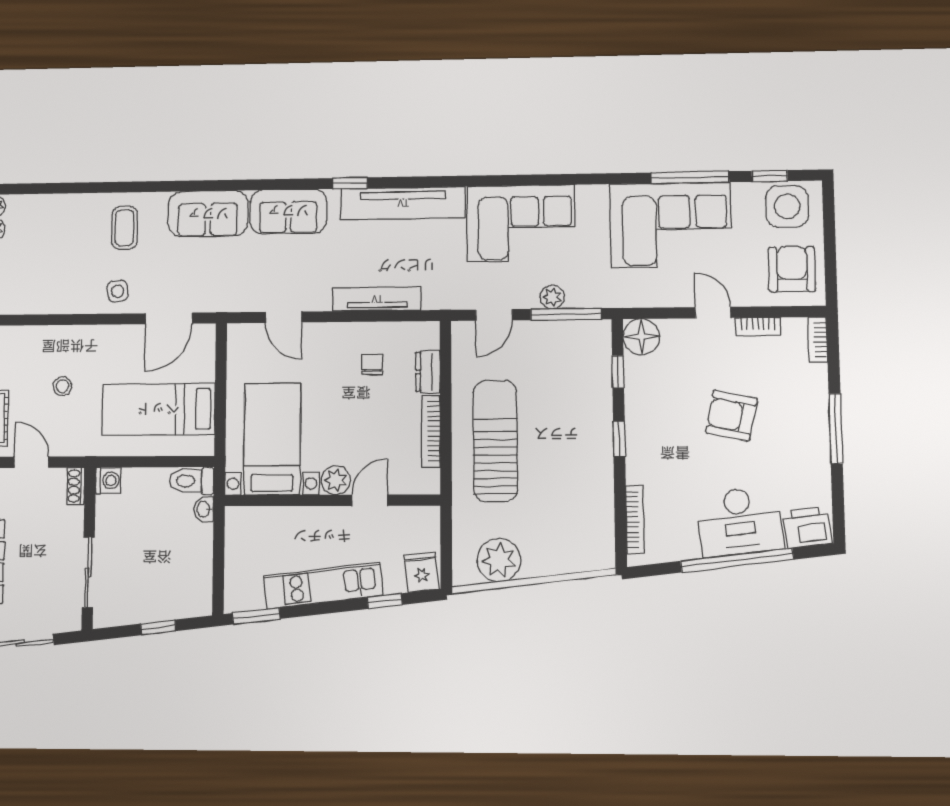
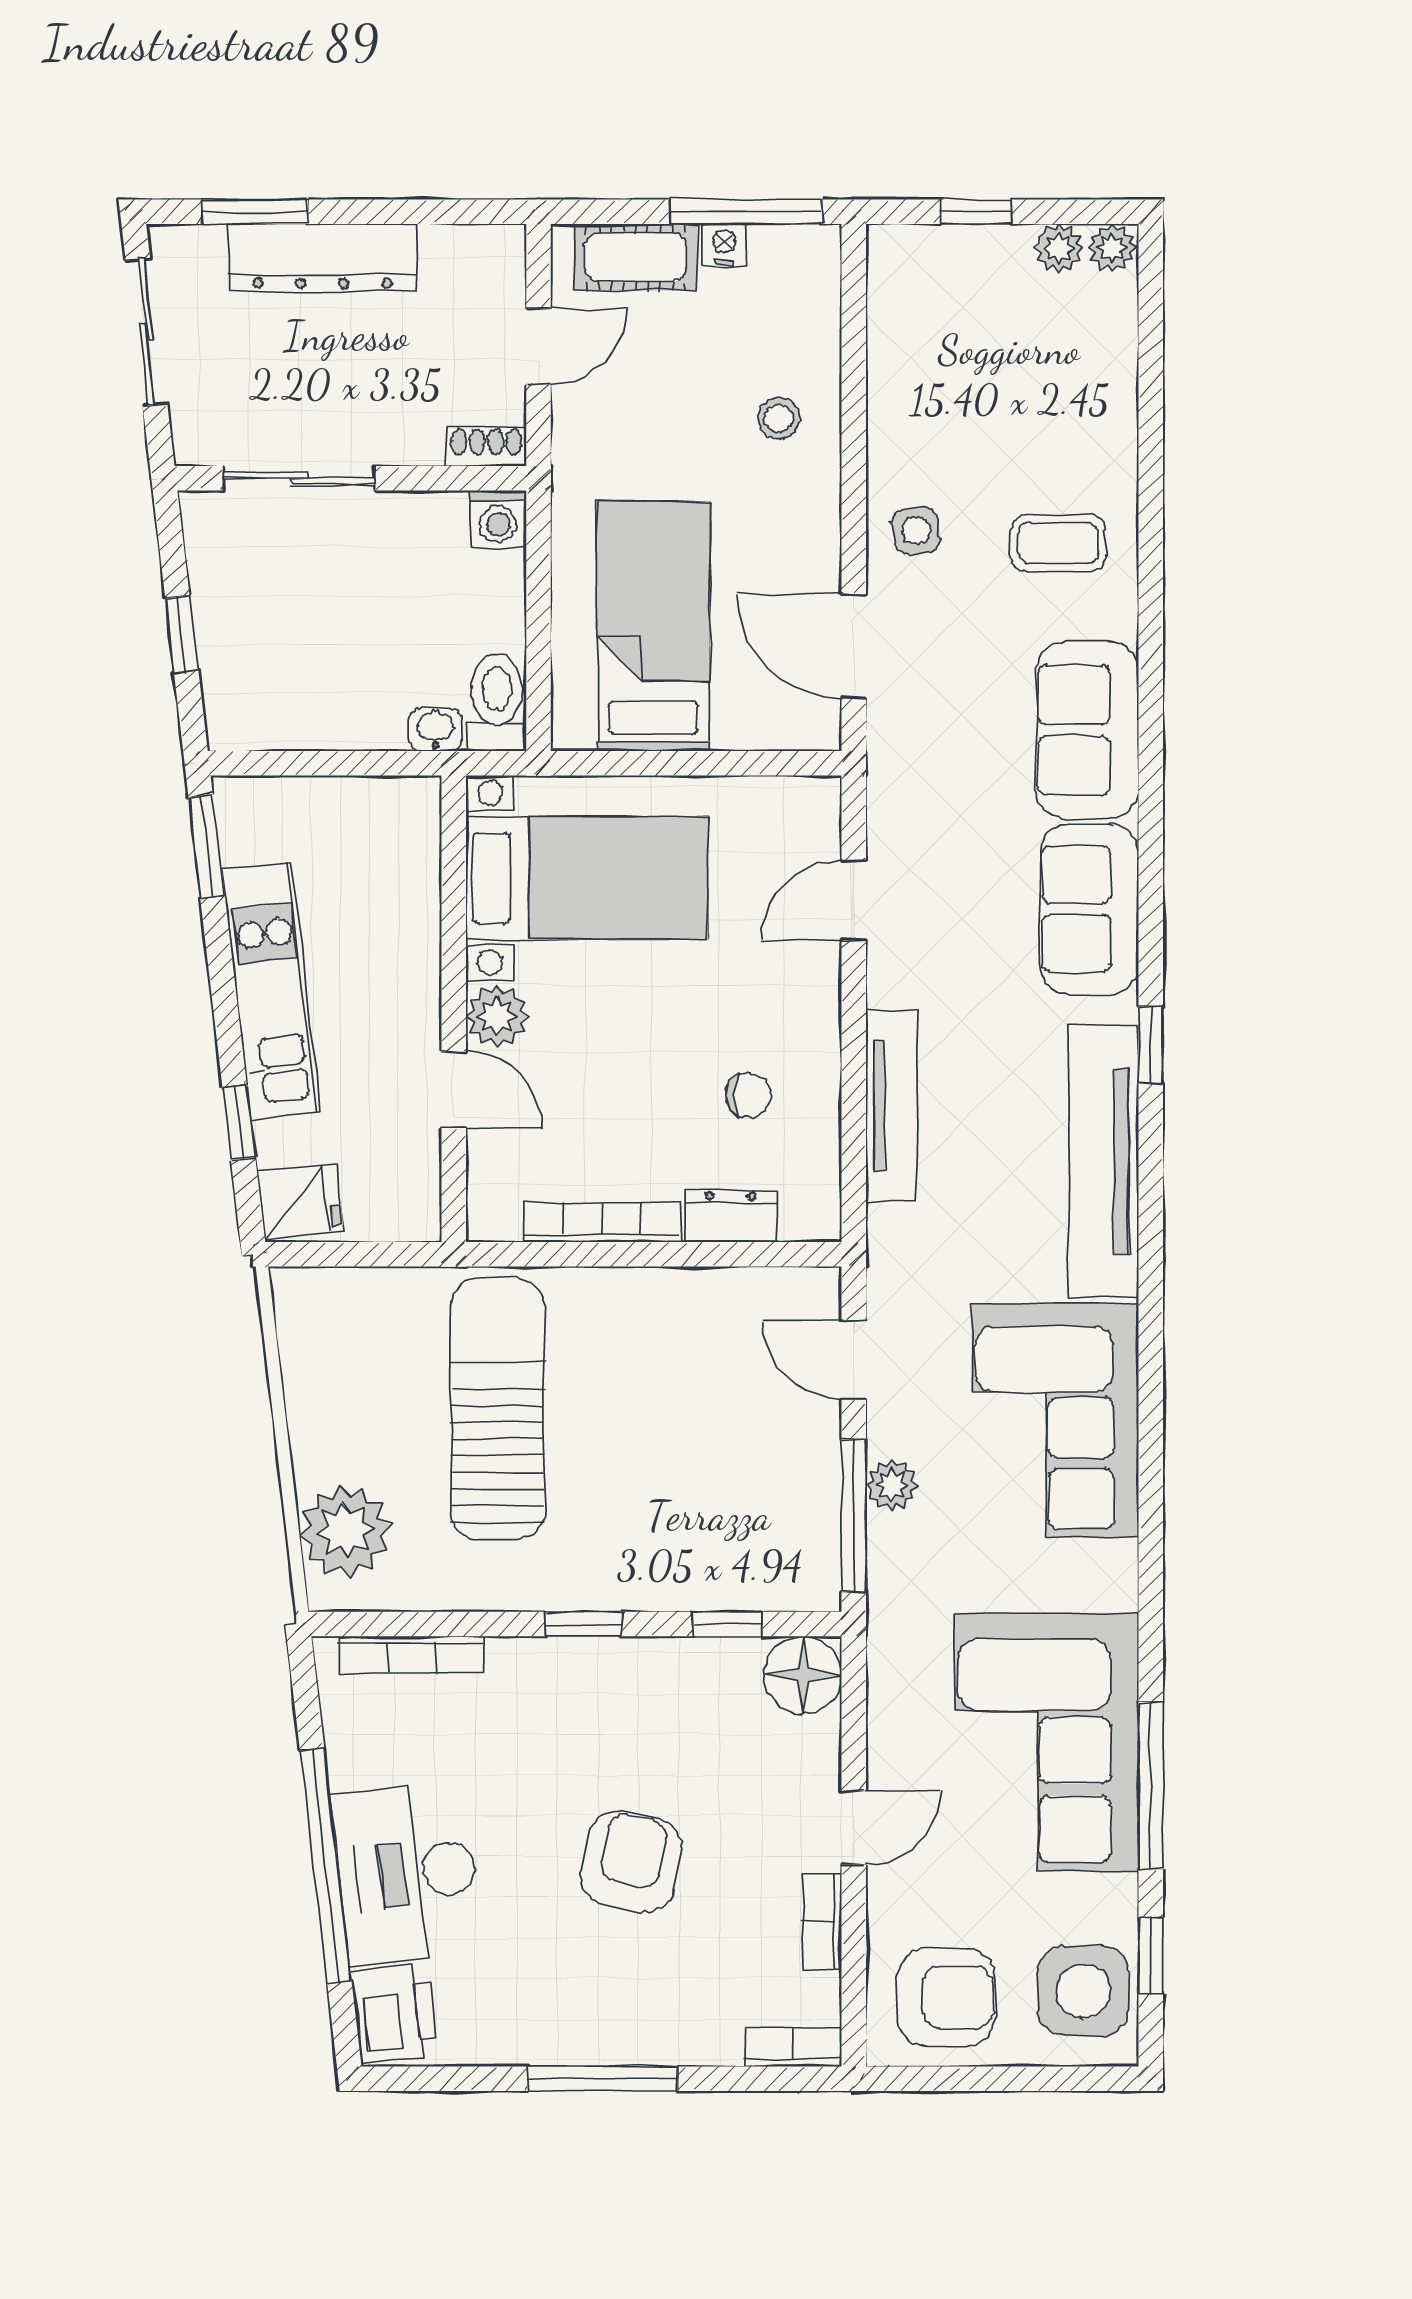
stool: (63, 386) -> (779, 418), moved
sun lounger: (495, 441) -> (497, 1409), moved, turned -90
plant: (499, 560) -> (345, 1531), moved

